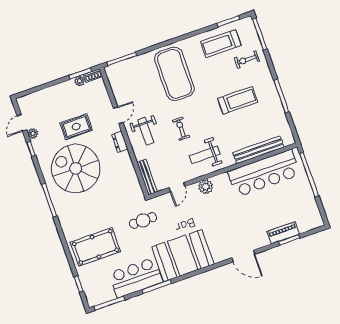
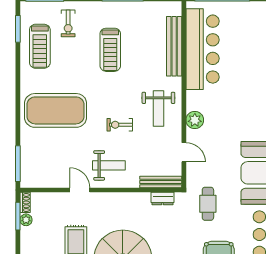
treadmill: (238, 100) -> (110, 50), turned 180
dresser: (120, 142) -> (163, 199), moved

